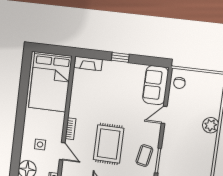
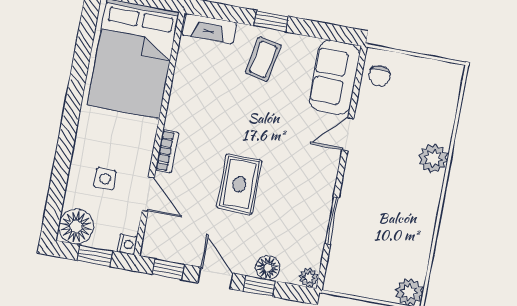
rug: (109, 144) -> (239, 184), width x0.73, depth x0.70
coffee table: (144, 156) -> (263, 59), moved

